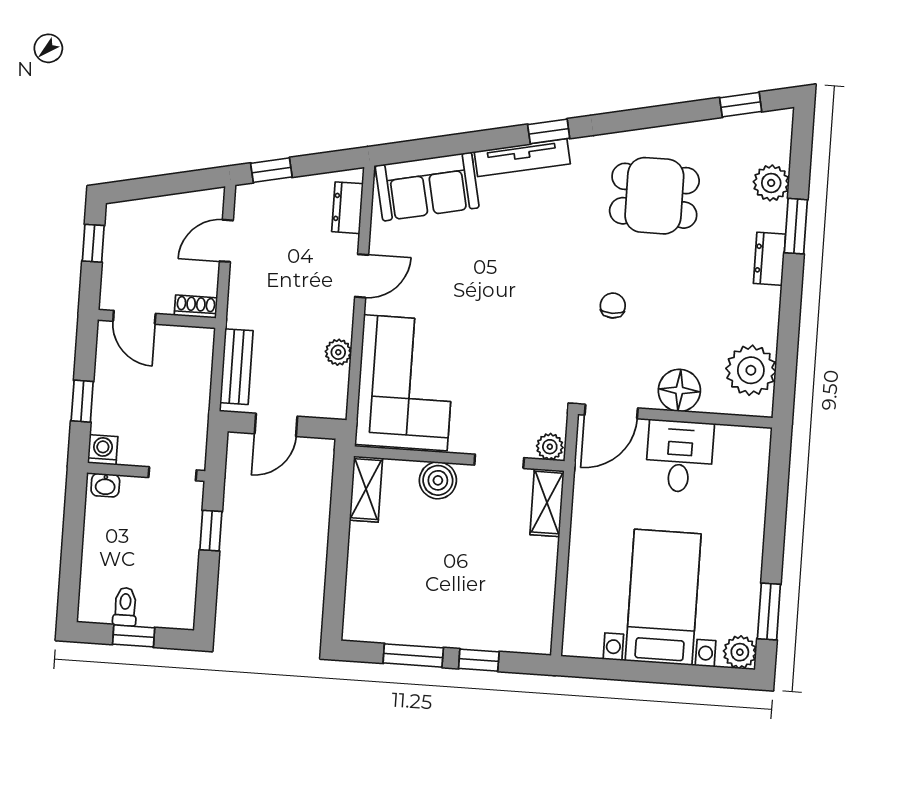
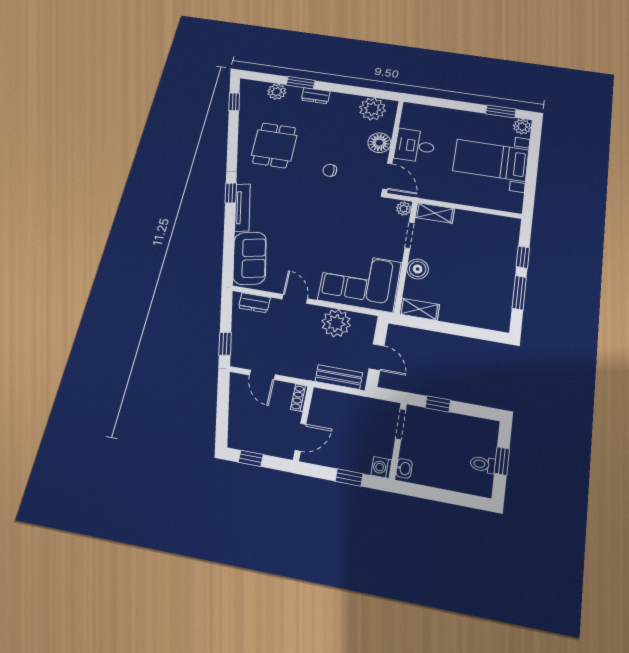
plant: (338, 352) -> (336, 323), width x1.87, depth x1.87

